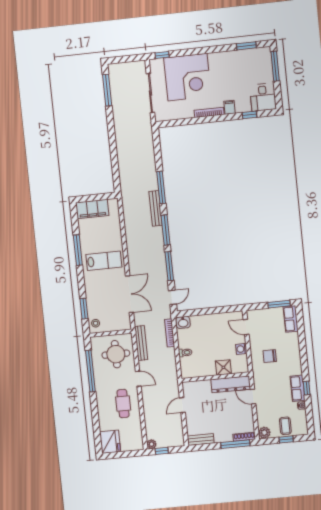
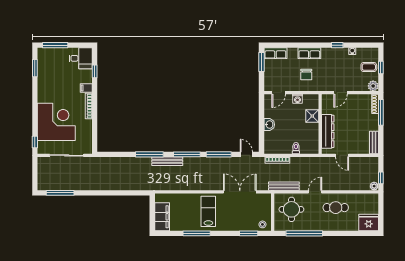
washbasin: (183, 322) -> (269, 125), moved
dresser: (231, 384) -> (328, 131), moved
row of seats: (298, 388) -> (309, 53), moved

